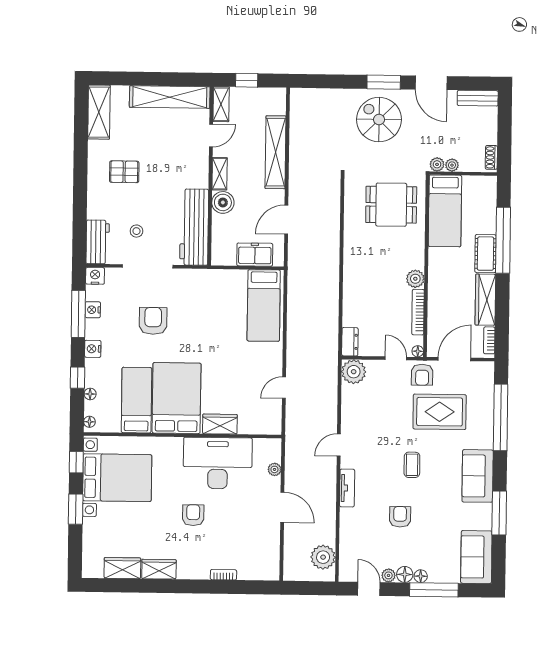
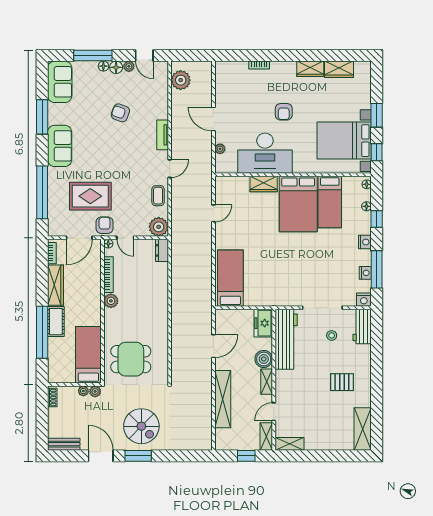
shelving: (170, 97) -> (290, 444), width x0.45, depth x0.75
freezer: (255, 255) -> (263, 323), moved, turned 90
armchair: (153, 321) -> (317, 265), removed
coffee table: (412, 465) -> (158, 196), moved
armchair: (400, 517) -> (120, 113), turned 110

